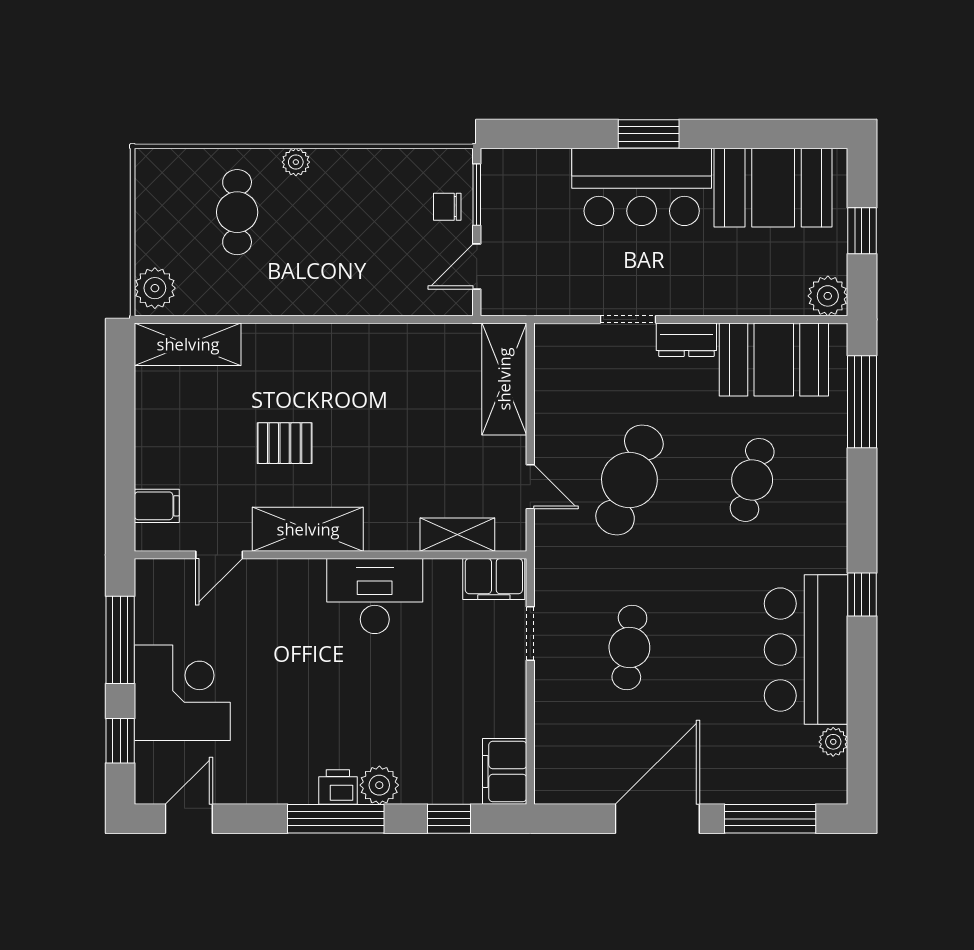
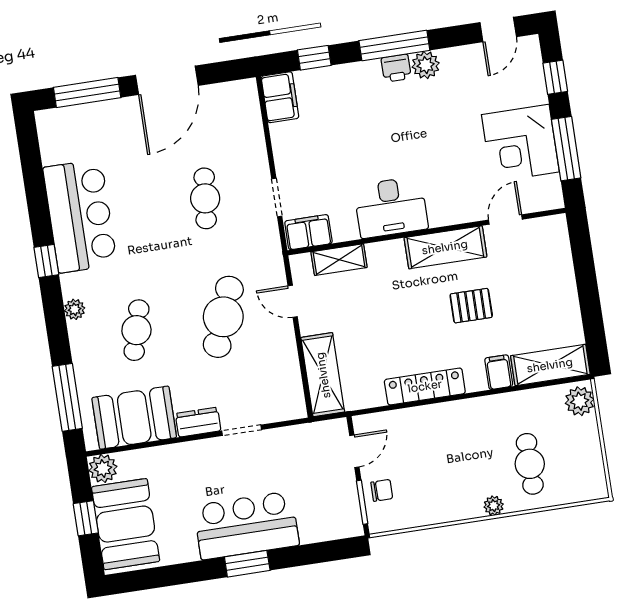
booth: (773, 188) -> (126, 524), moved, turned 90
locker: (366, 341) -> (425, 386), added
filing cabinet: (157, 506) -> (499, 372), moved, turned 90
corner desk: (182, 693) -> (520, 143), moved
plant: (833, 742) -> (75, 309), moved
plant: (379, 785) -> (426, 65), moved

